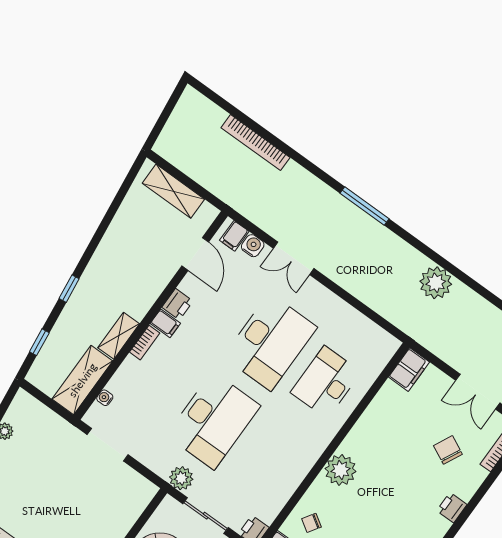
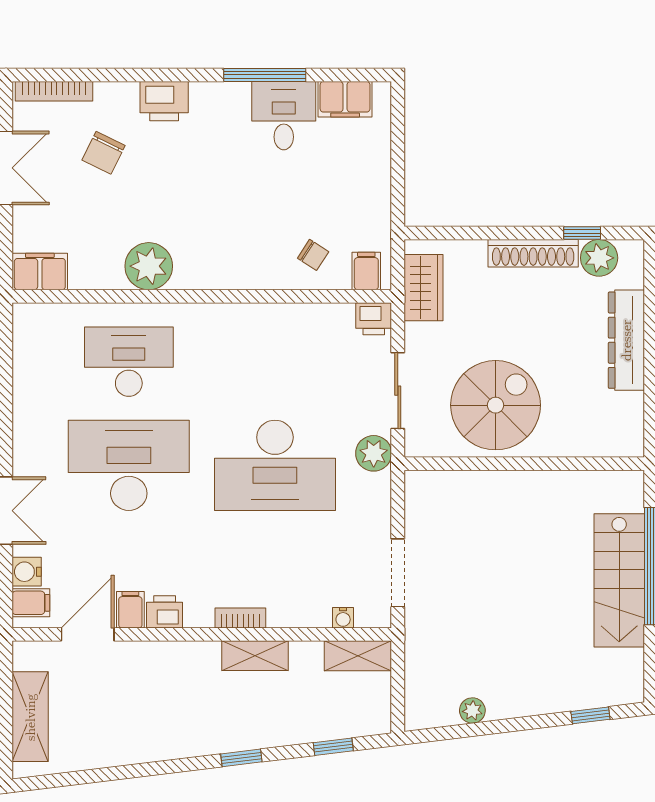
filing cabinet: (165, 323) -> (130, 610), moved
shelving: (82, 380) -> (358, 656), width x0.67, depth x0.75
desk: (326, 382) -> (129, 362), turned 180
desk: (213, 420) -> (275, 465), turned 180
plant: (341, 470) -> (149, 266), moved
printer: (452, 508) -> (164, 101), width x1.36, depth x1.24

